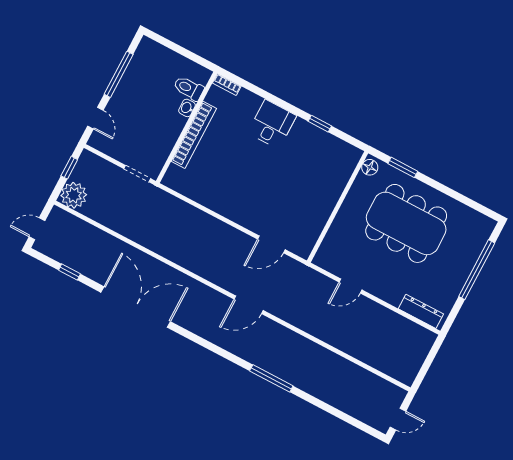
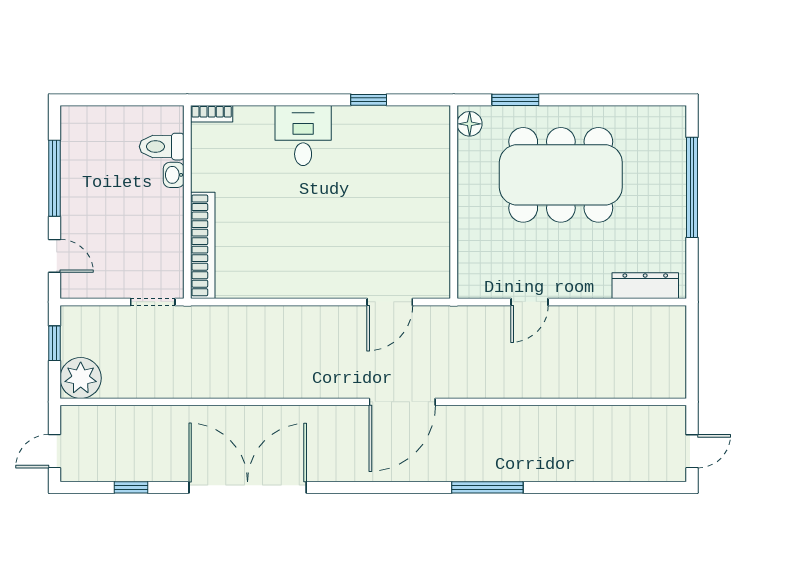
bookcase: (194, 135) -> (203, 245), moved
door: (249, 305) -> (402, 402), width x1.36

